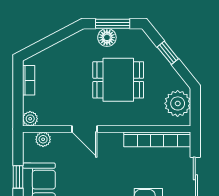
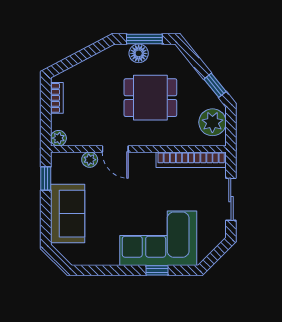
window: (168, 53) -> (215, 85), moved
plant: (43, 139) -> (90, 160), moved
window: (18, 177) -> (46, 179), moved

